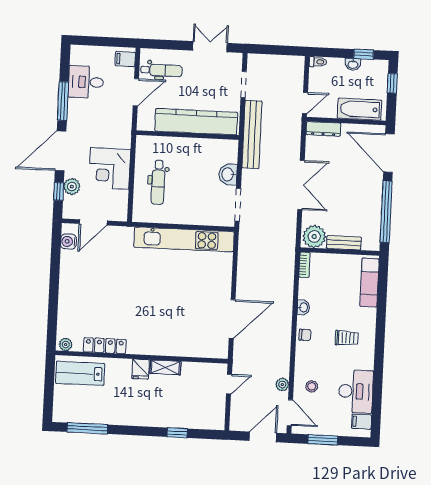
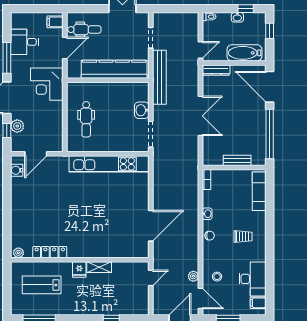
corner desk: (110, 168) -> (47, 84), moved
plant: (314, 236) -> (213, 157), removed
lab bench: (80, 373) -> (42, 285), moved

